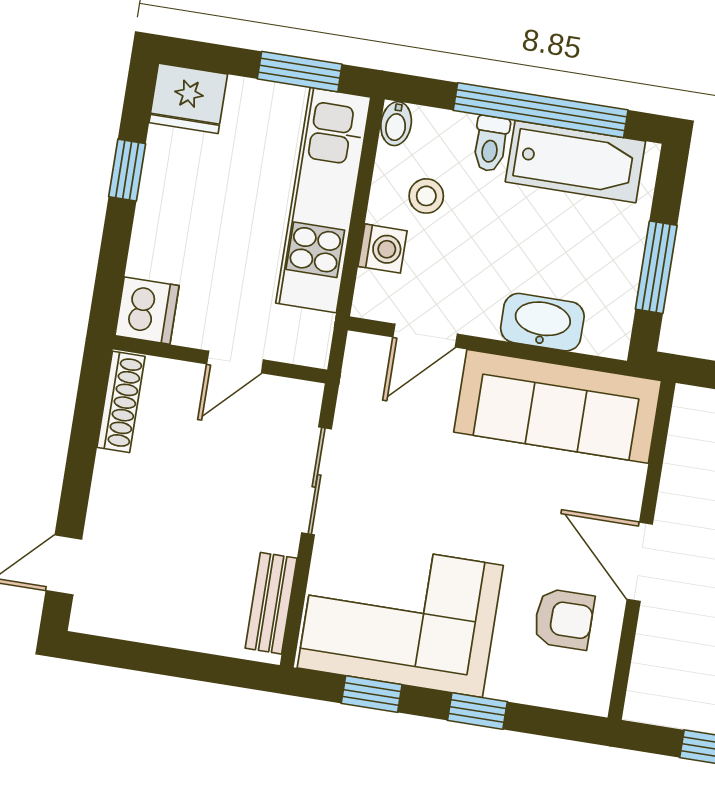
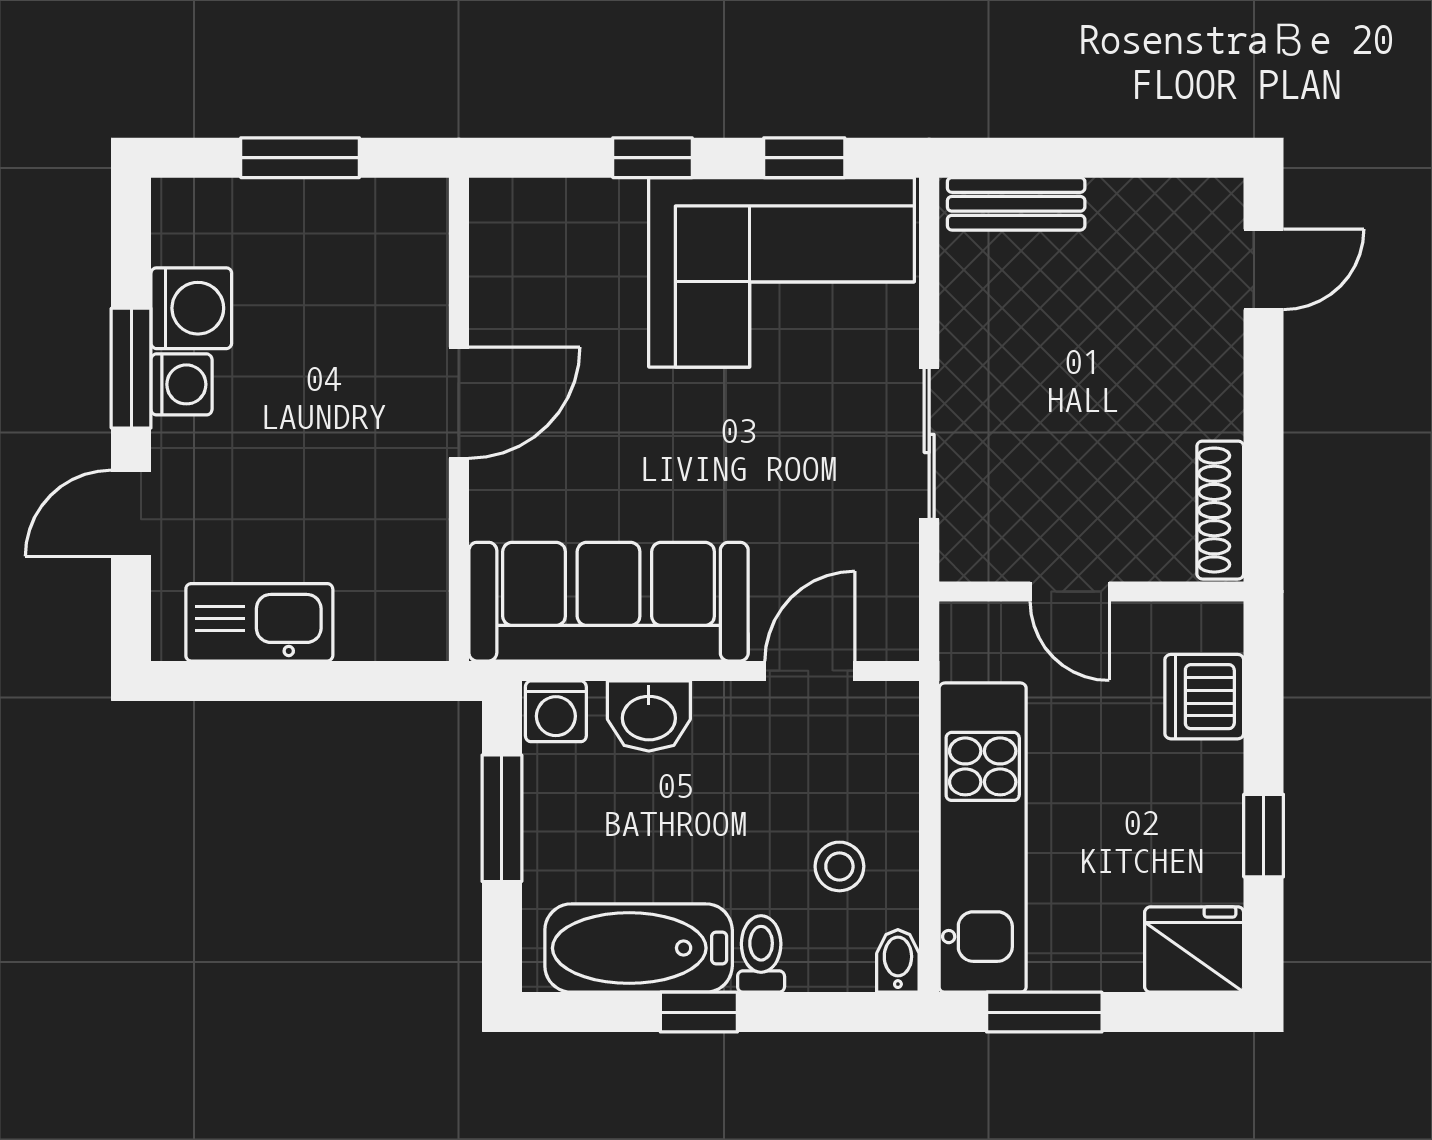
window: (541, 110) -> (699, 1012), width x0.32
washing machine: (383, 249) -> (556, 711), moved, turned -90
dishwasher: (147, 311) -> (1204, 697), moved
washbasin: (542, 322) -> (649, 716), width x0.72
door: (235, 362) -> (1070, 592), swing flipped
door: (640, 562) -> (459, 403), hinge flipped
bench: (271, 603) -> (1016, 204), moved, turned 90
armchair: (564, 619) -> (552, 306), removed

